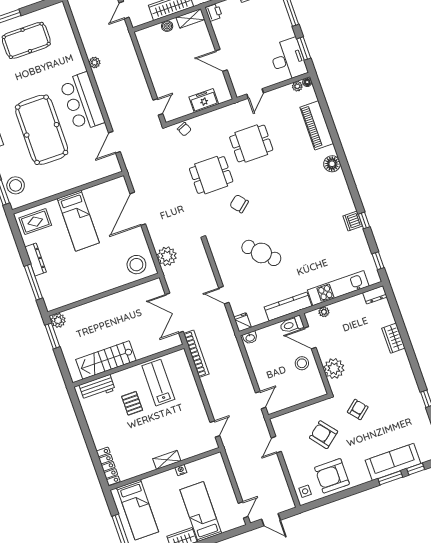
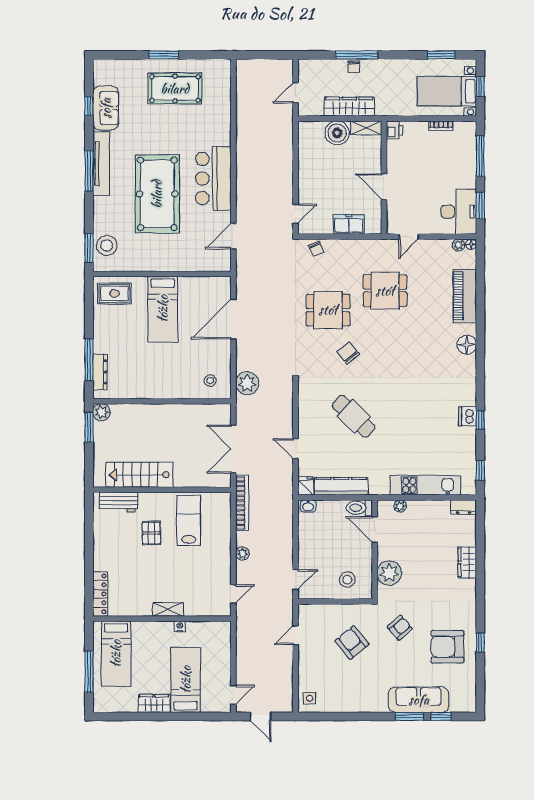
boiler: (167, 26) -> (337, 133), width x1.86, depth x1.86
plant: (95, 62) -> (242, 553), moved
dresser: (35, 259) -> (100, 372), moved
stool: (136, 265) -> (210, 381), width x0.53, depth x0.53
kitchen counter: (288, 307) -> (341, 486), moved
stool: (302, 363) -> (347, 580), moved
armchair: (332, 476) -> (447, 647), moved

